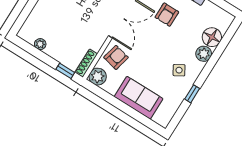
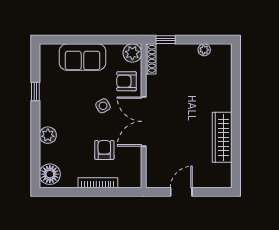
floor lamp: (212, 37) -> (50, 174), moved
armchair: (116, 57) -> (127, 81), turned 77
side table: (179, 70) -> (103, 106), moved

